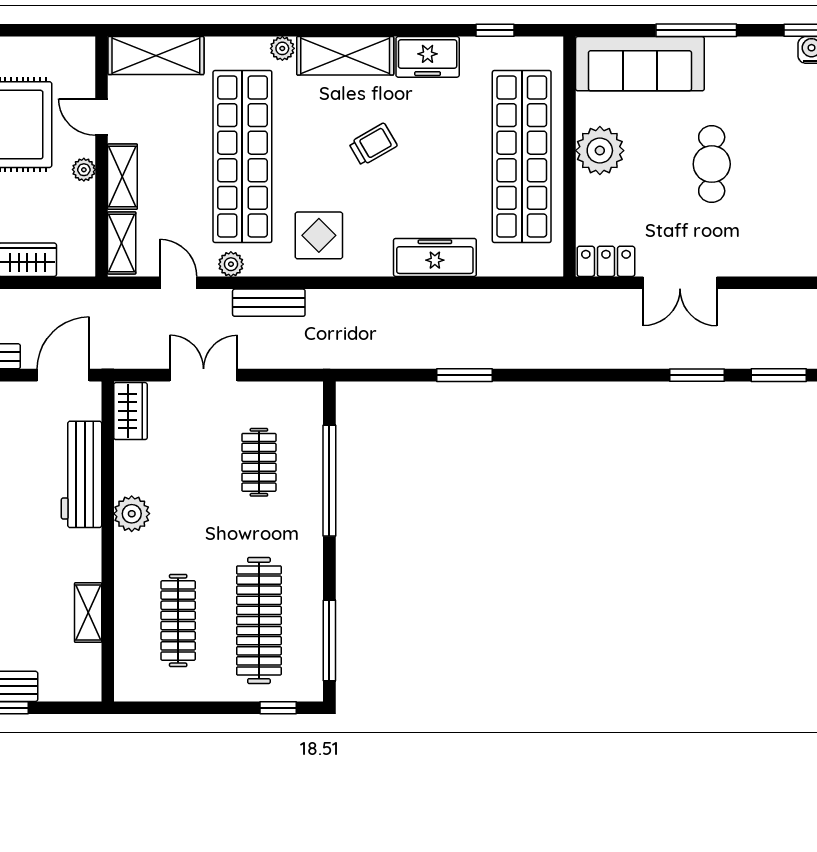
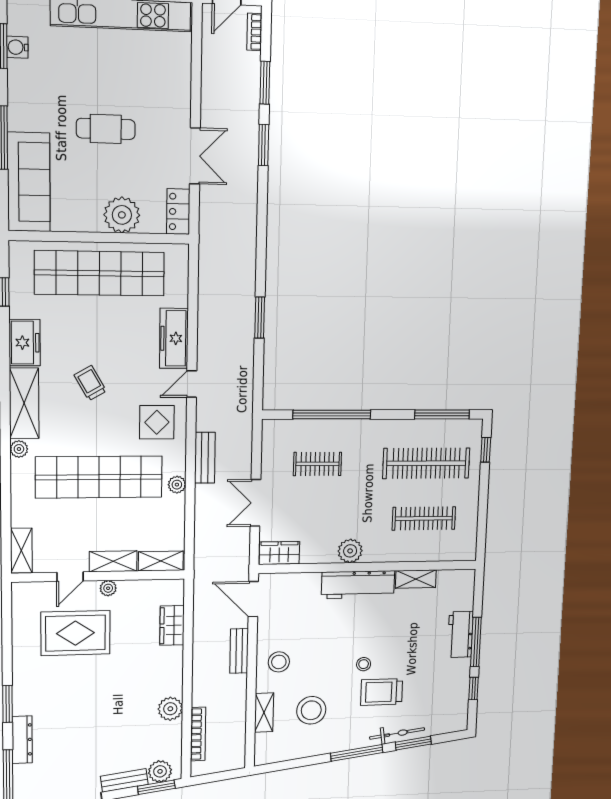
shelving: (156, 56) -> (21, 551), width x0.67, depth x0.75
plant: (600, 151) -> (122, 215), moved
door: (178, 283) -> (192, 384), moved
workbench: (82, 474) -> (358, 585), moved

